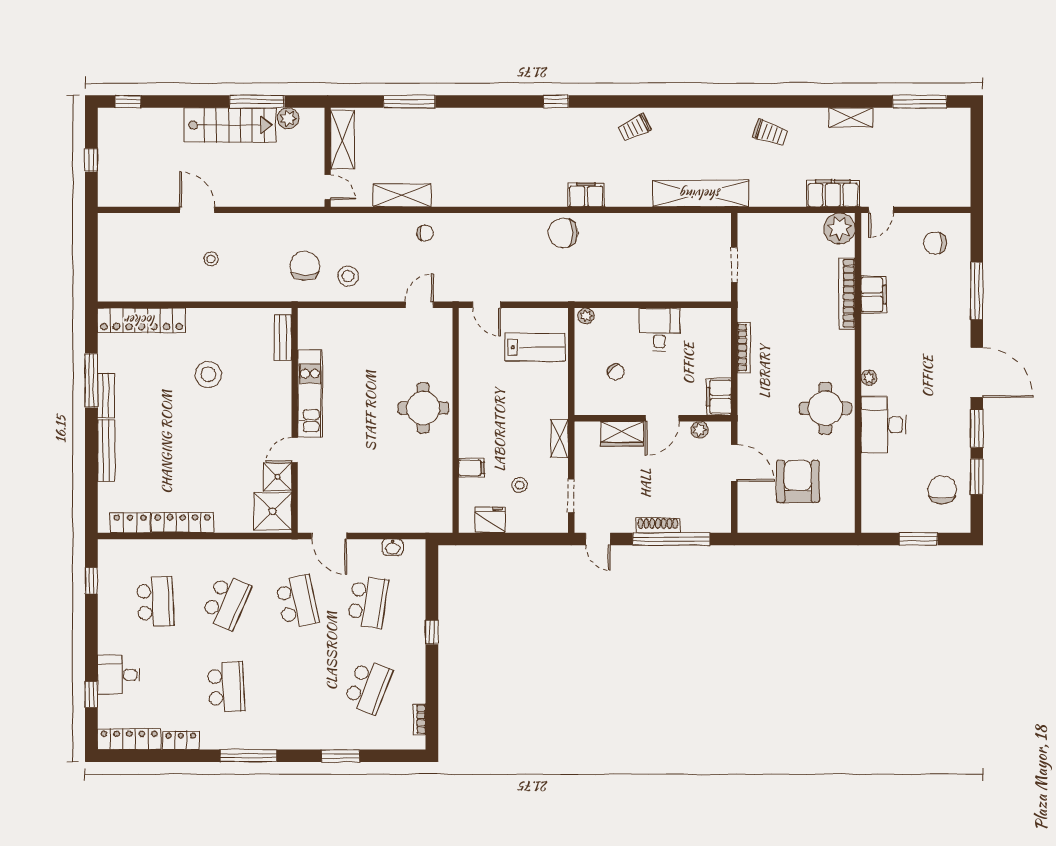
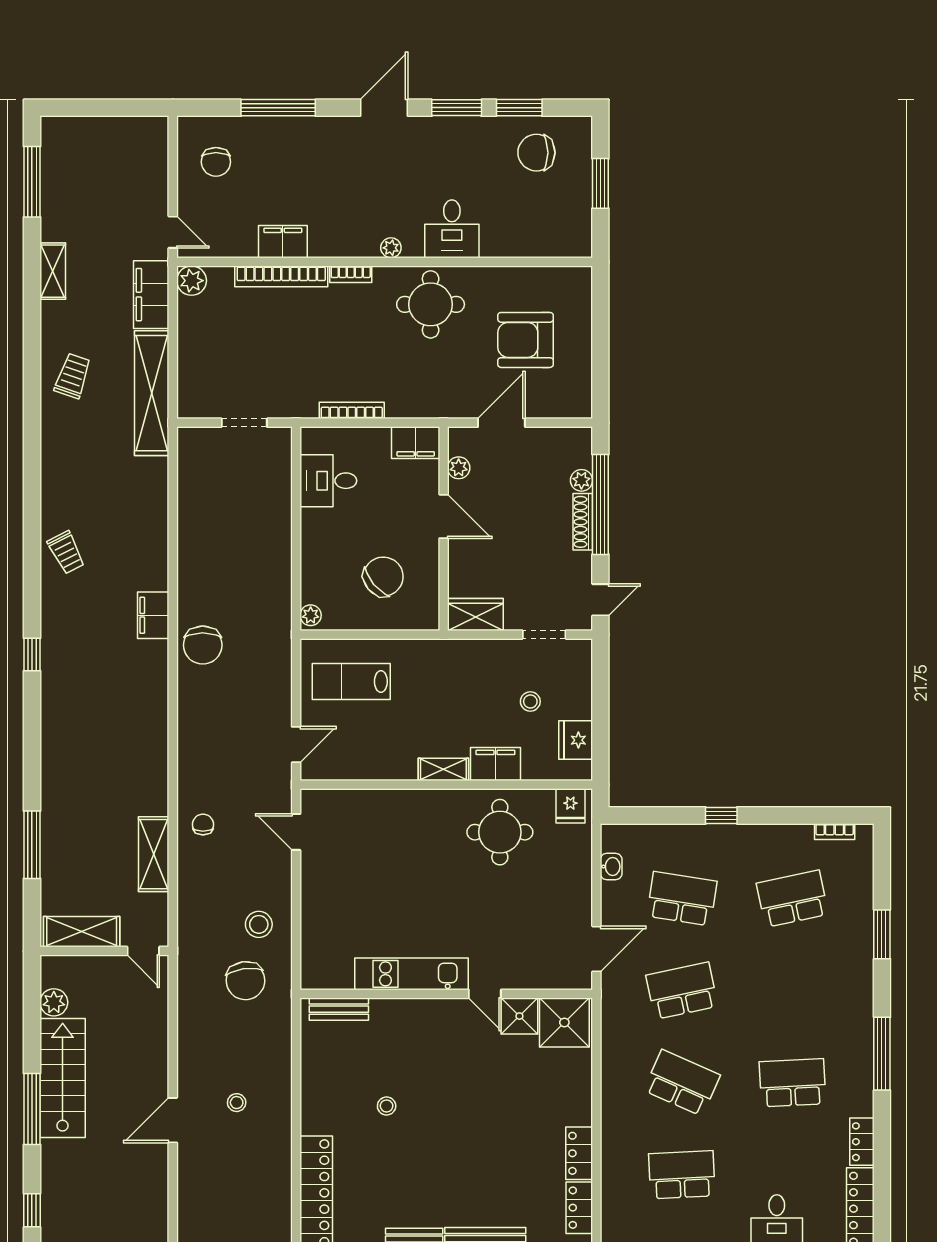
window: (257, 101) -> (32, 1109), moved
door: (328, 187) -> (143, 951), swing flipped
shelving: (701, 194) -> (152, 393), moved
plant: (839, 228) -> (192, 281), width x0.73, depth x0.73
chair: (305, 266) -> (245, 981), turned -98
desk: (660, 330) -> (328, 481), moved
lab bench: (535, 347) -> (351, 682), turned -90
bookcase: (849, 347) -> (351, 274), added
chair: (616, 372) -> (383, 577), width x1.87, depth x1.87
door: (977, 372) -> (384, 108), width x0.73
stool: (208, 374) -> (387, 1106), width x0.53, depth x0.53
round table: (423, 408) -> (500, 832), moved
desk: (883, 425) -> (452, 229), width x0.73
wardrobe: (622, 434) -> (475, 614), moved, turned -90
shelving: (559, 438) -> (443, 769), moved
filing cabinet: (471, 468) -> (495, 764), width x2.00
fridge: (439, 516) -> (570, 806), added
locker: (183, 523) -> (579, 1153), width x0.66
plant: (690, 524) -> (581, 480), added
school desk: (368, 687) -> (792, 899), turned -33

